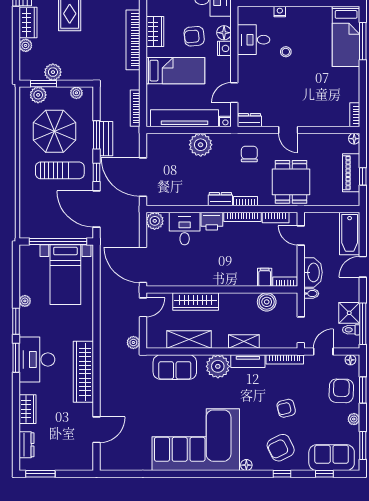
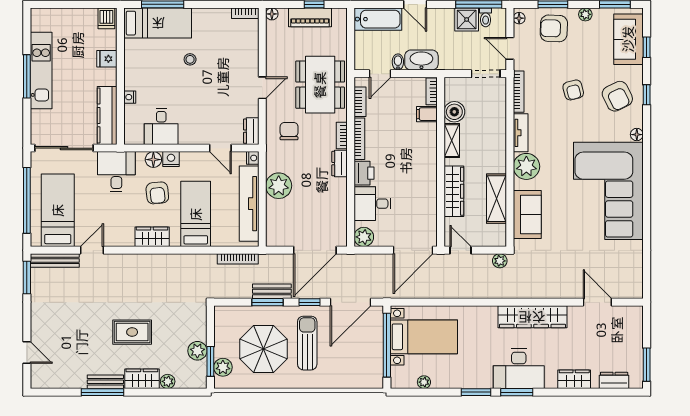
bookcase: (133, 40) -> (161, 261), removed
stool: (286, 52) -> (190, 59), moved
plant: (76, 93) -> (221, 325), removed
chair: (249, 154) -> (289, 131), turned 90
dining table: (291, 182) -> (320, 85), width x1.38
bidet: (311, 294) -> (398, 62), moved
plant: (25, 301) -> (424, 382), moved
shelving: (244, 342) -> (452, 141), moved

